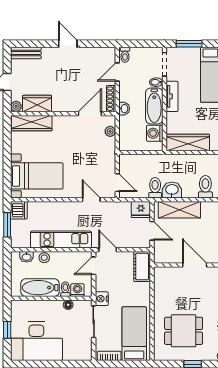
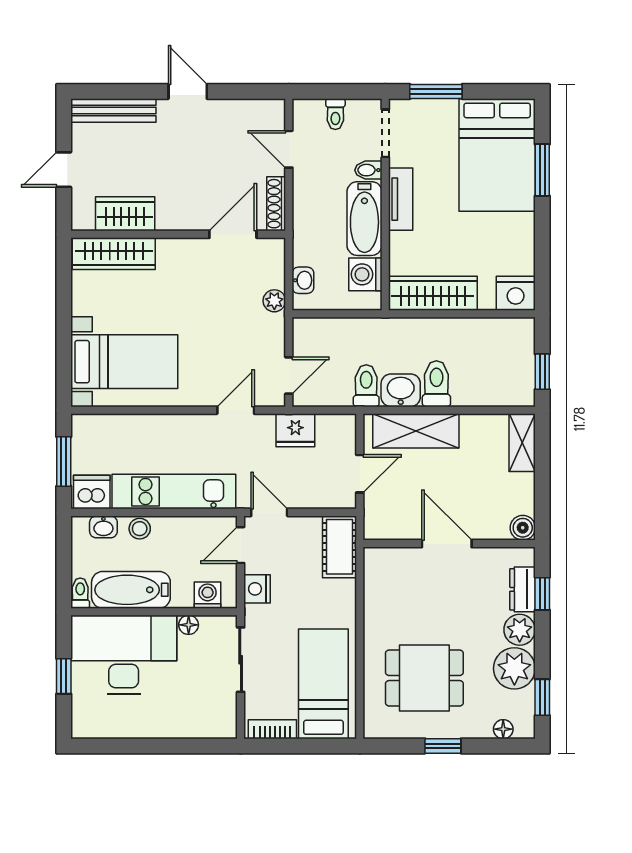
bench: (26, 53) -> (113, 110), width x1.36
toilet: (125, 55) -> (335, 114), moved
door: (117, 72) -> (289, 149), hinge flipped
plant: (16, 106) -> (82, 220), removed
washbasin: (124, 109) -> (303, 280), moved
plant: (110, 131) -> (274, 301), moved
door: (117, 183) -> (289, 375), hinge flipped
toilet: (205, 187) -> (436, 384), moved
door: (91, 200) -> (236, 410), hinge flipped
dishwasher: (19, 210) -> (92, 492), moved, turned -90
fridge: (141, 210) -> (295, 430), moved
door: (152, 231) -> (360, 474), hinge flipped
toilet: (65, 289) -> (80, 593), moved
nightstand: (102, 299) -> (257, 589), moved
desk: (36, 341) -> (124, 655), moved, turned 180

